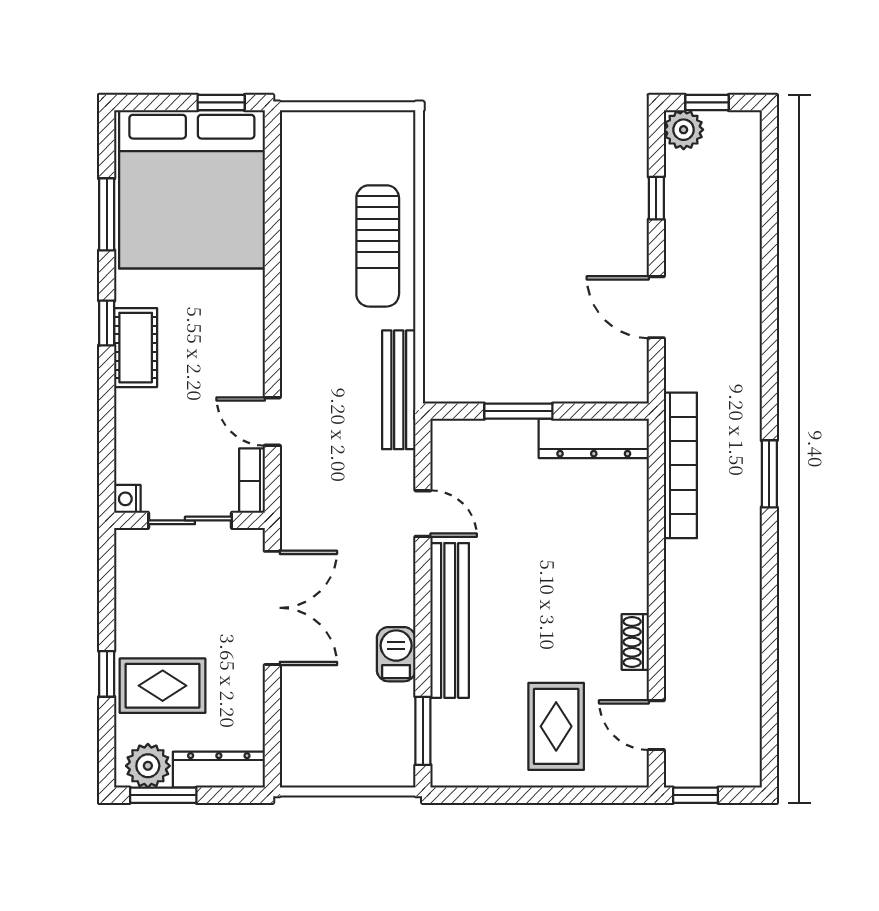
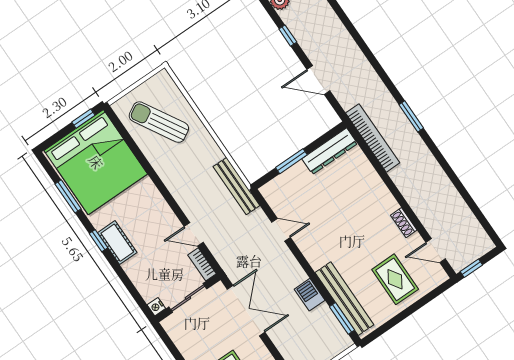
sun lounger: (378, 246) -> (159, 122), moved, turned 150
bench: (450, 620) -> (344, 299), moved

